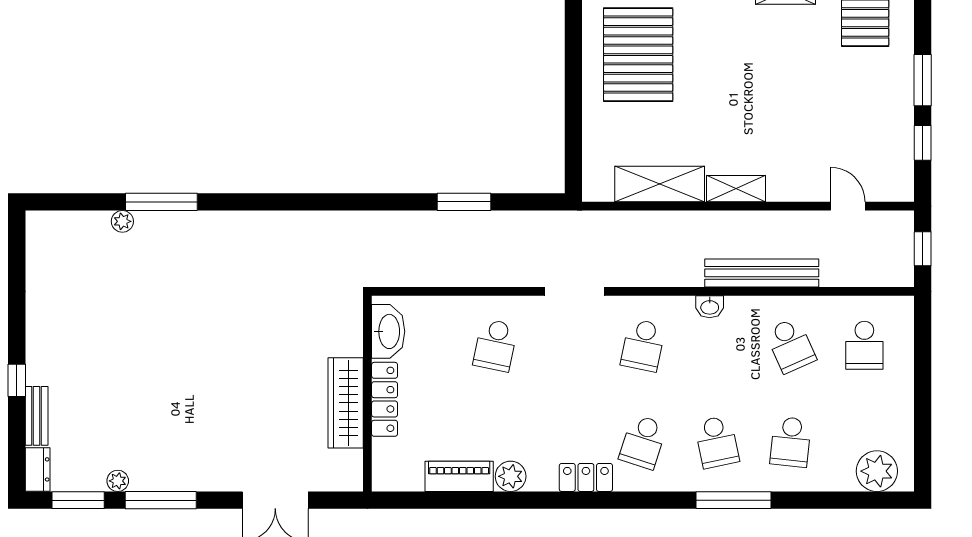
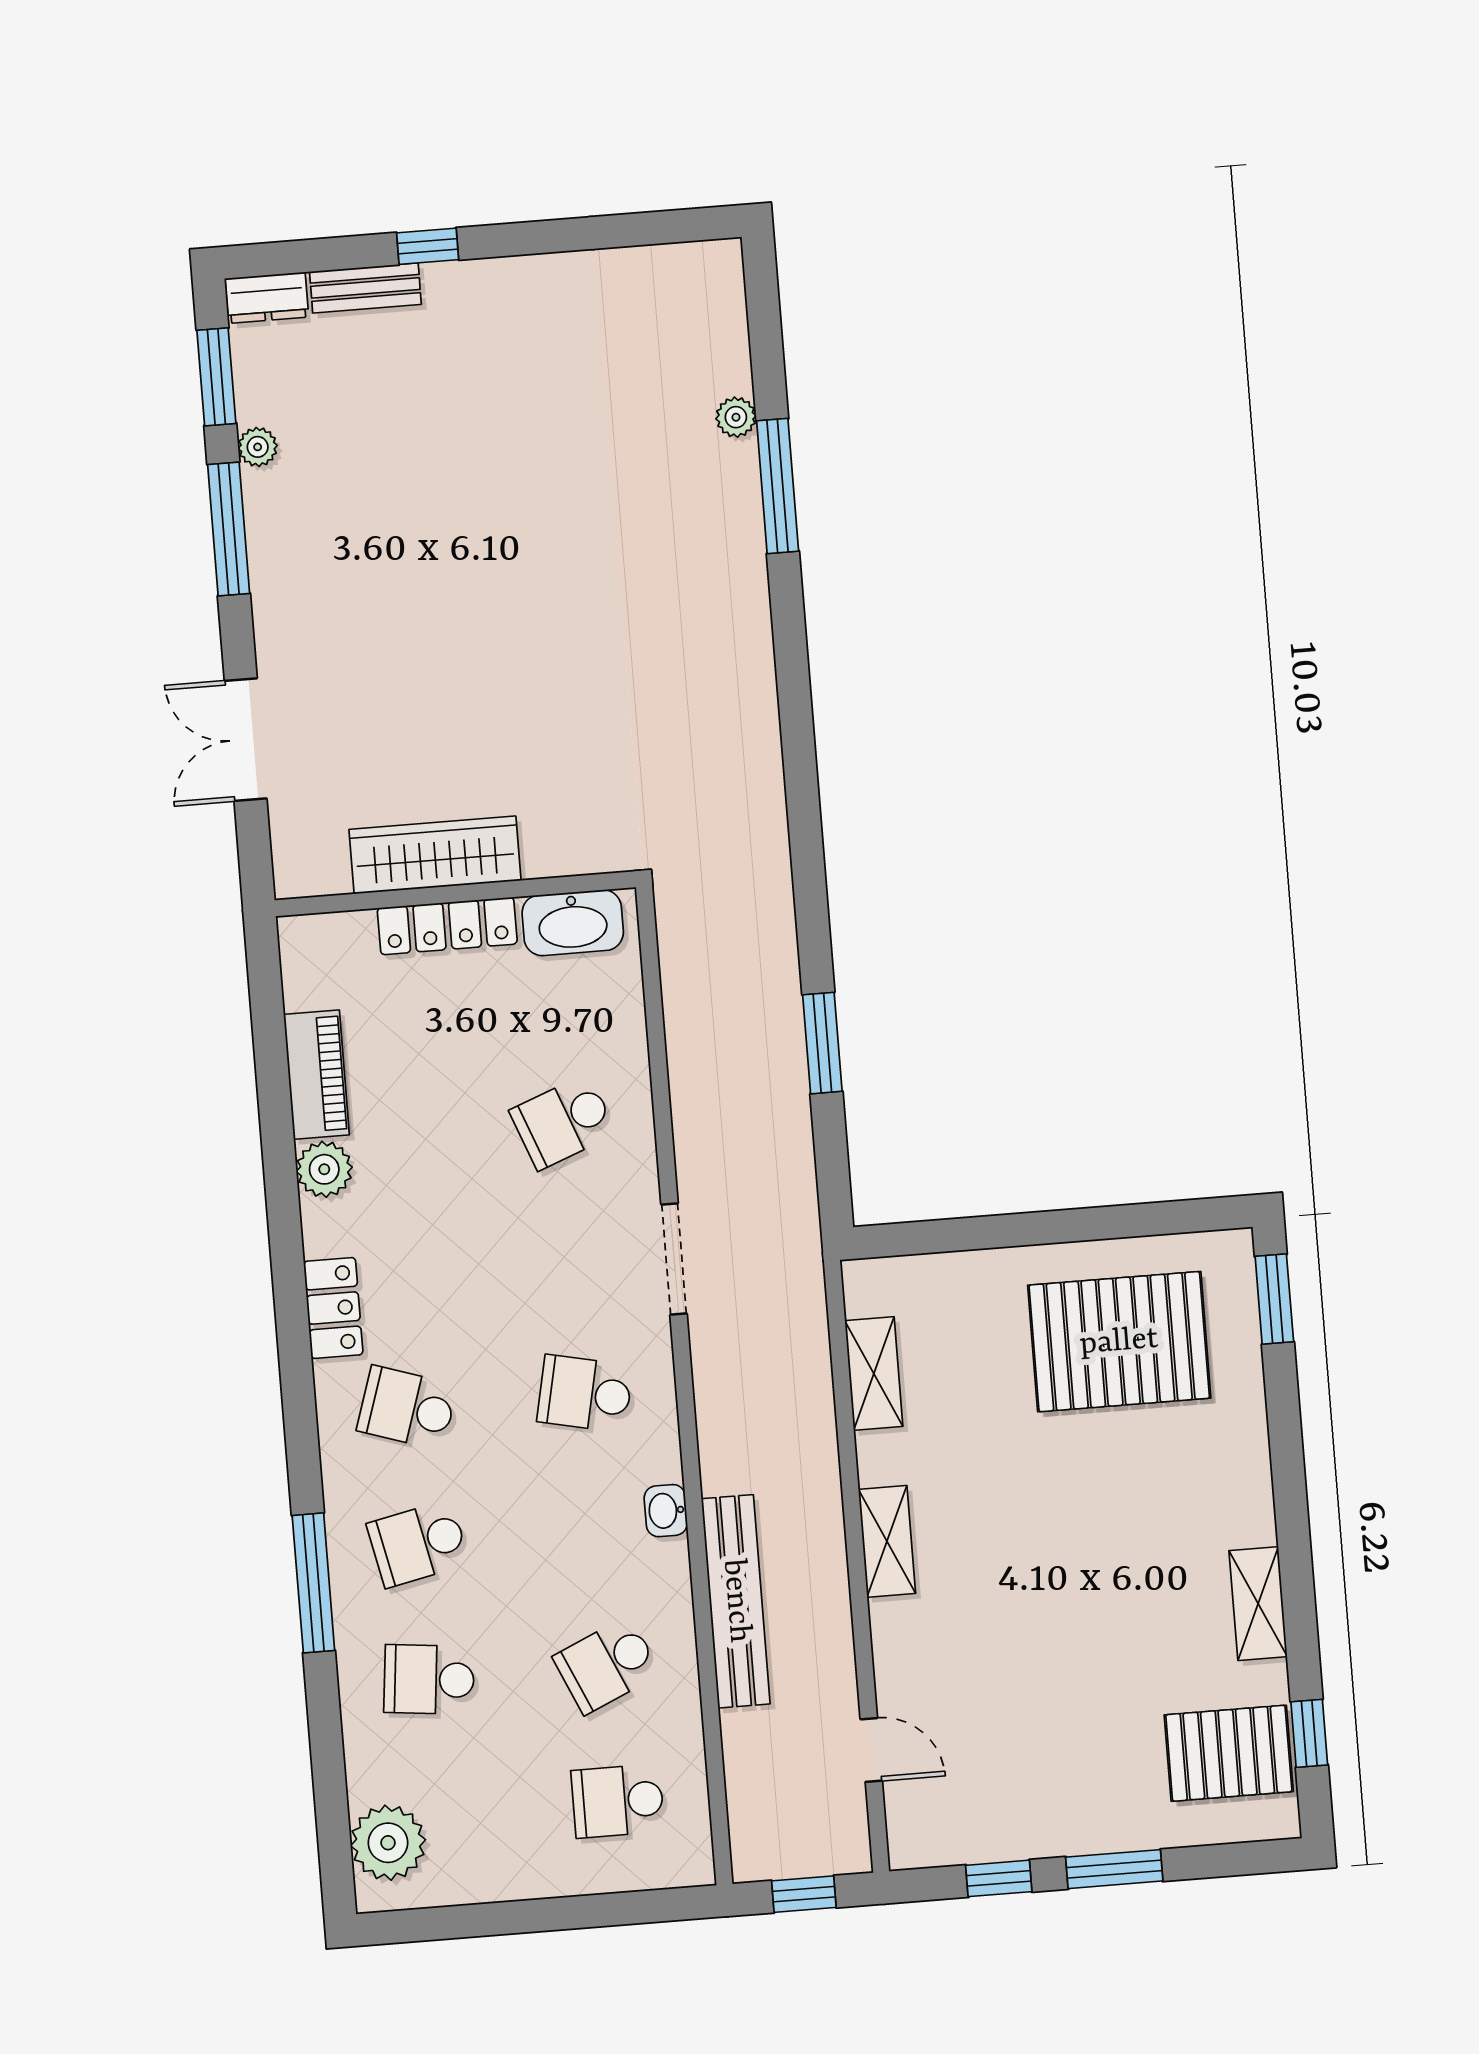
shelving: (660, 184) -> (874, 1373), width x0.67, depth x0.75
door: (848, 206) -> (871, 1750), hinge flipped
school desk: (495, 345) -> (563, 1122), turned -33

